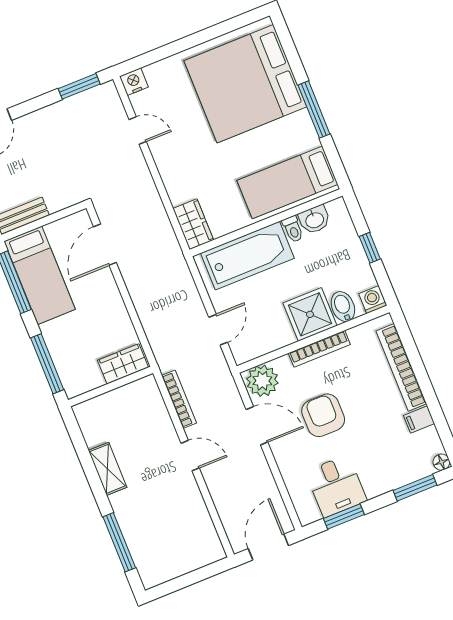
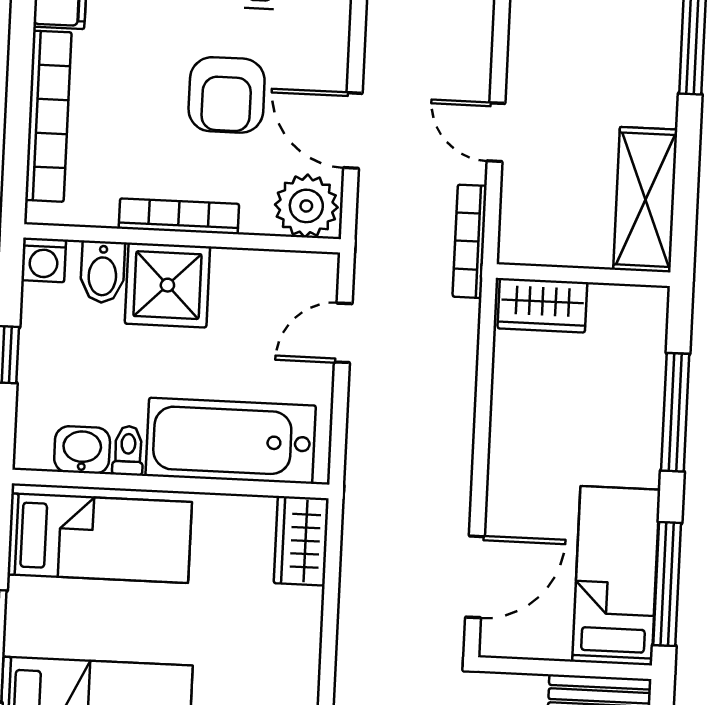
wardrobe: (123, 364) -> (542, 305), moved
wall: (111, 387) -> (583, 275), moved
shelving: (108, 469) -> (645, 200), width x1.50, depth x1.33

